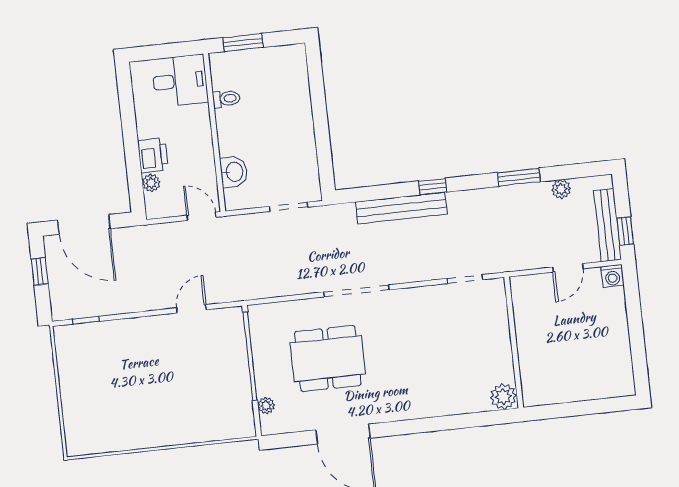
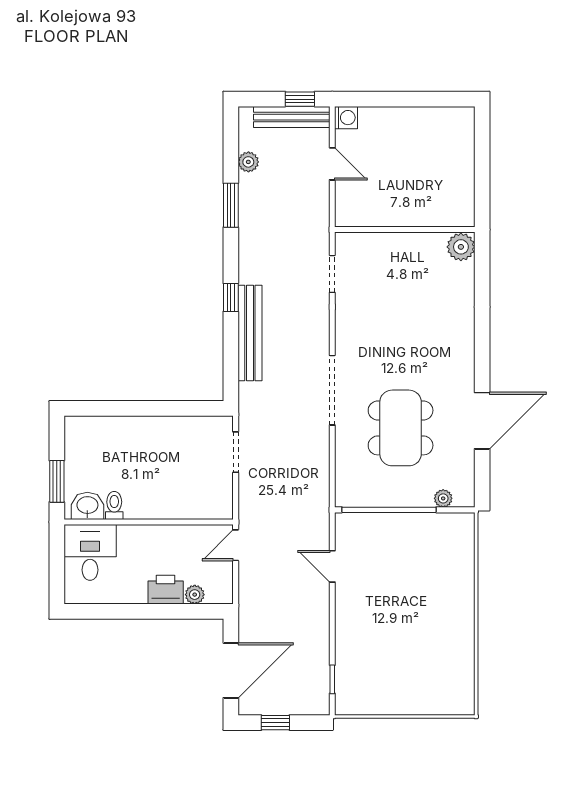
washbasin: (234, 172) -> (87, 506), moved

